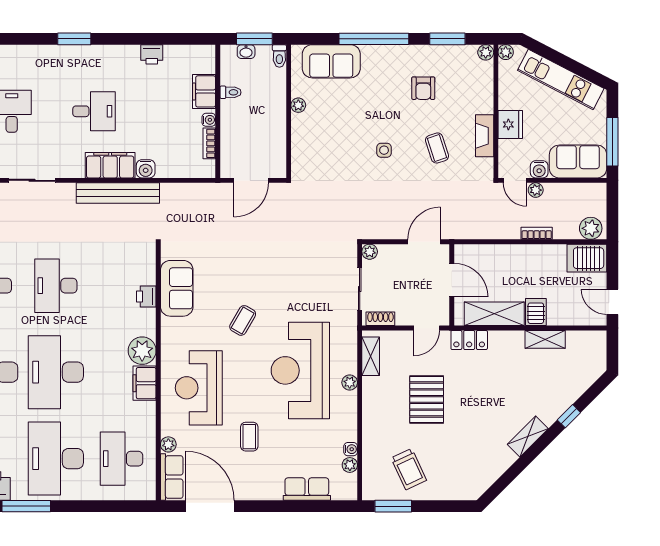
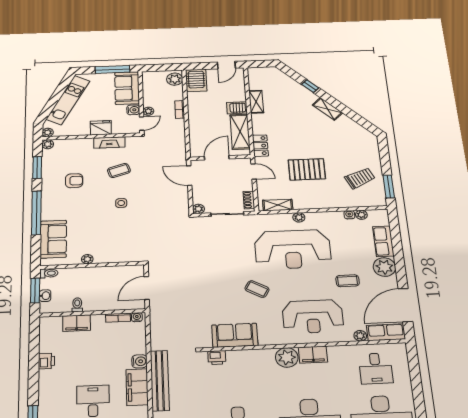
water cooler: (209, 120) -> (137, 317), moved
door: (251, 180) -> (147, 288), swing flipped
printer: (146, 296) -> (217, 358), moved
desk: (121, 459) -> (376, 368), width x0.73
plant: (267, 486) -> (384, 267), added

